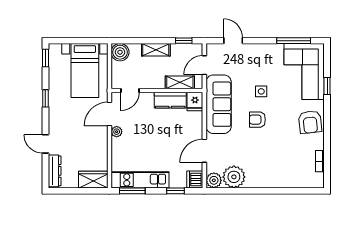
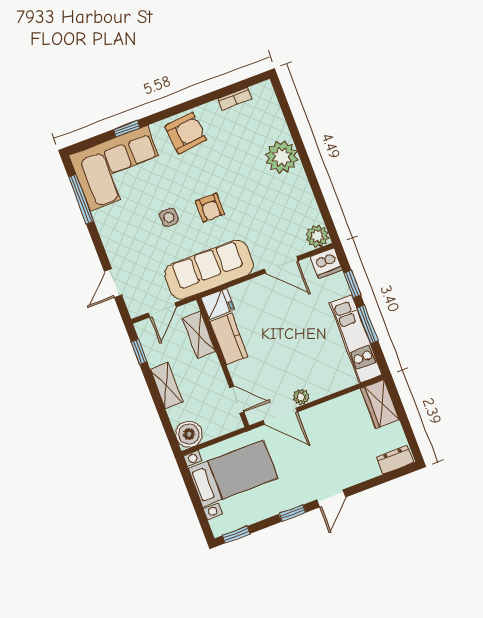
door: (204, 65) -> (162, 310), hinge flipped
door: (45, 144) -> (331, 498), moved
dresser: (55, 171) -> (395, 460), width x0.70
plant: (234, 177) -> (282, 157), moved
window: (132, 191) -> (368, 324), moved

